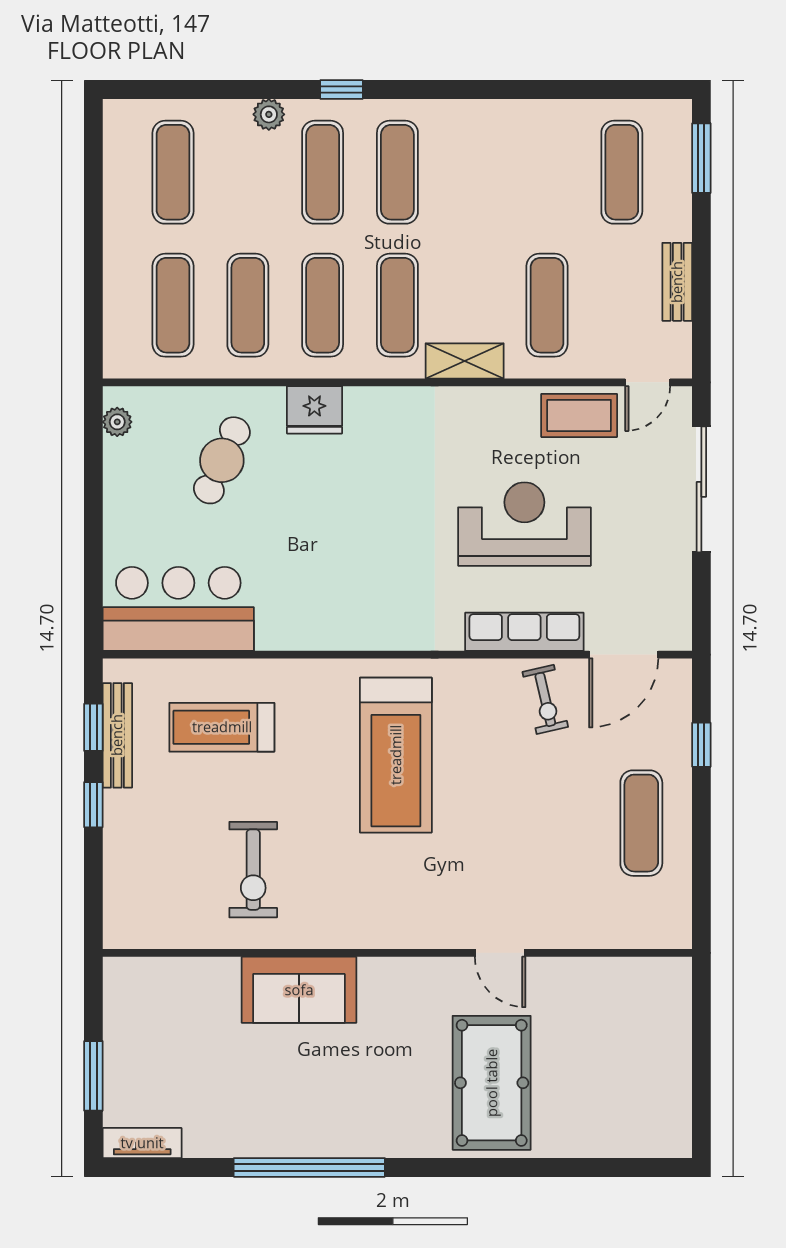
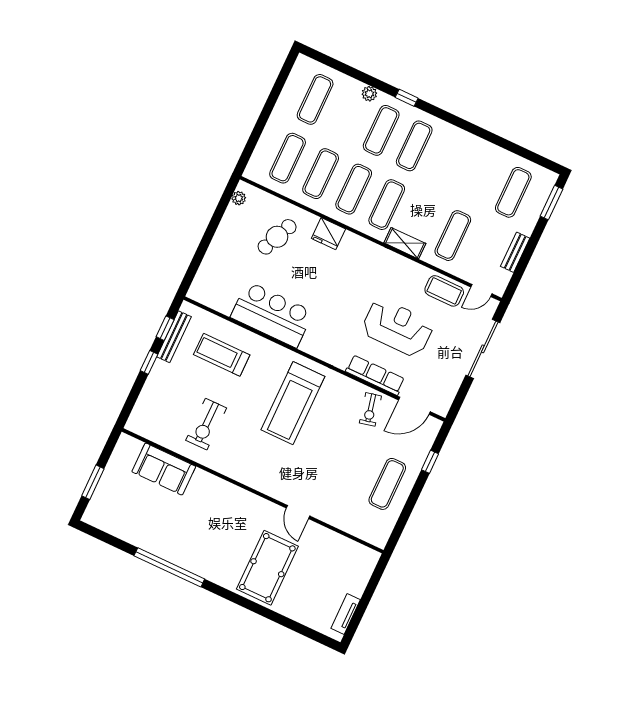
bar counter: (178, 609) -> (272, 314), moved
sofa: (299, 990) -> (164, 469), moved
tv unit: (142, 1143) -> (346, 614), moved, turned -90

